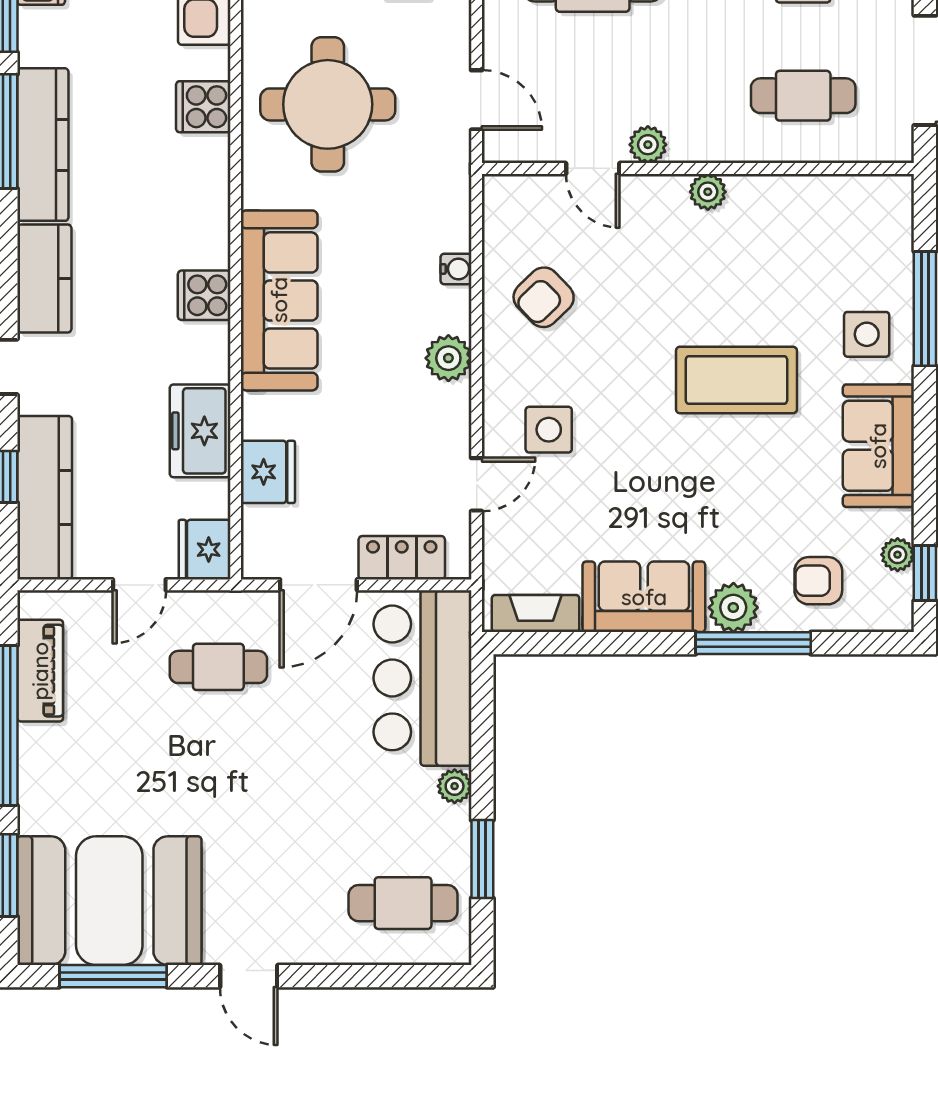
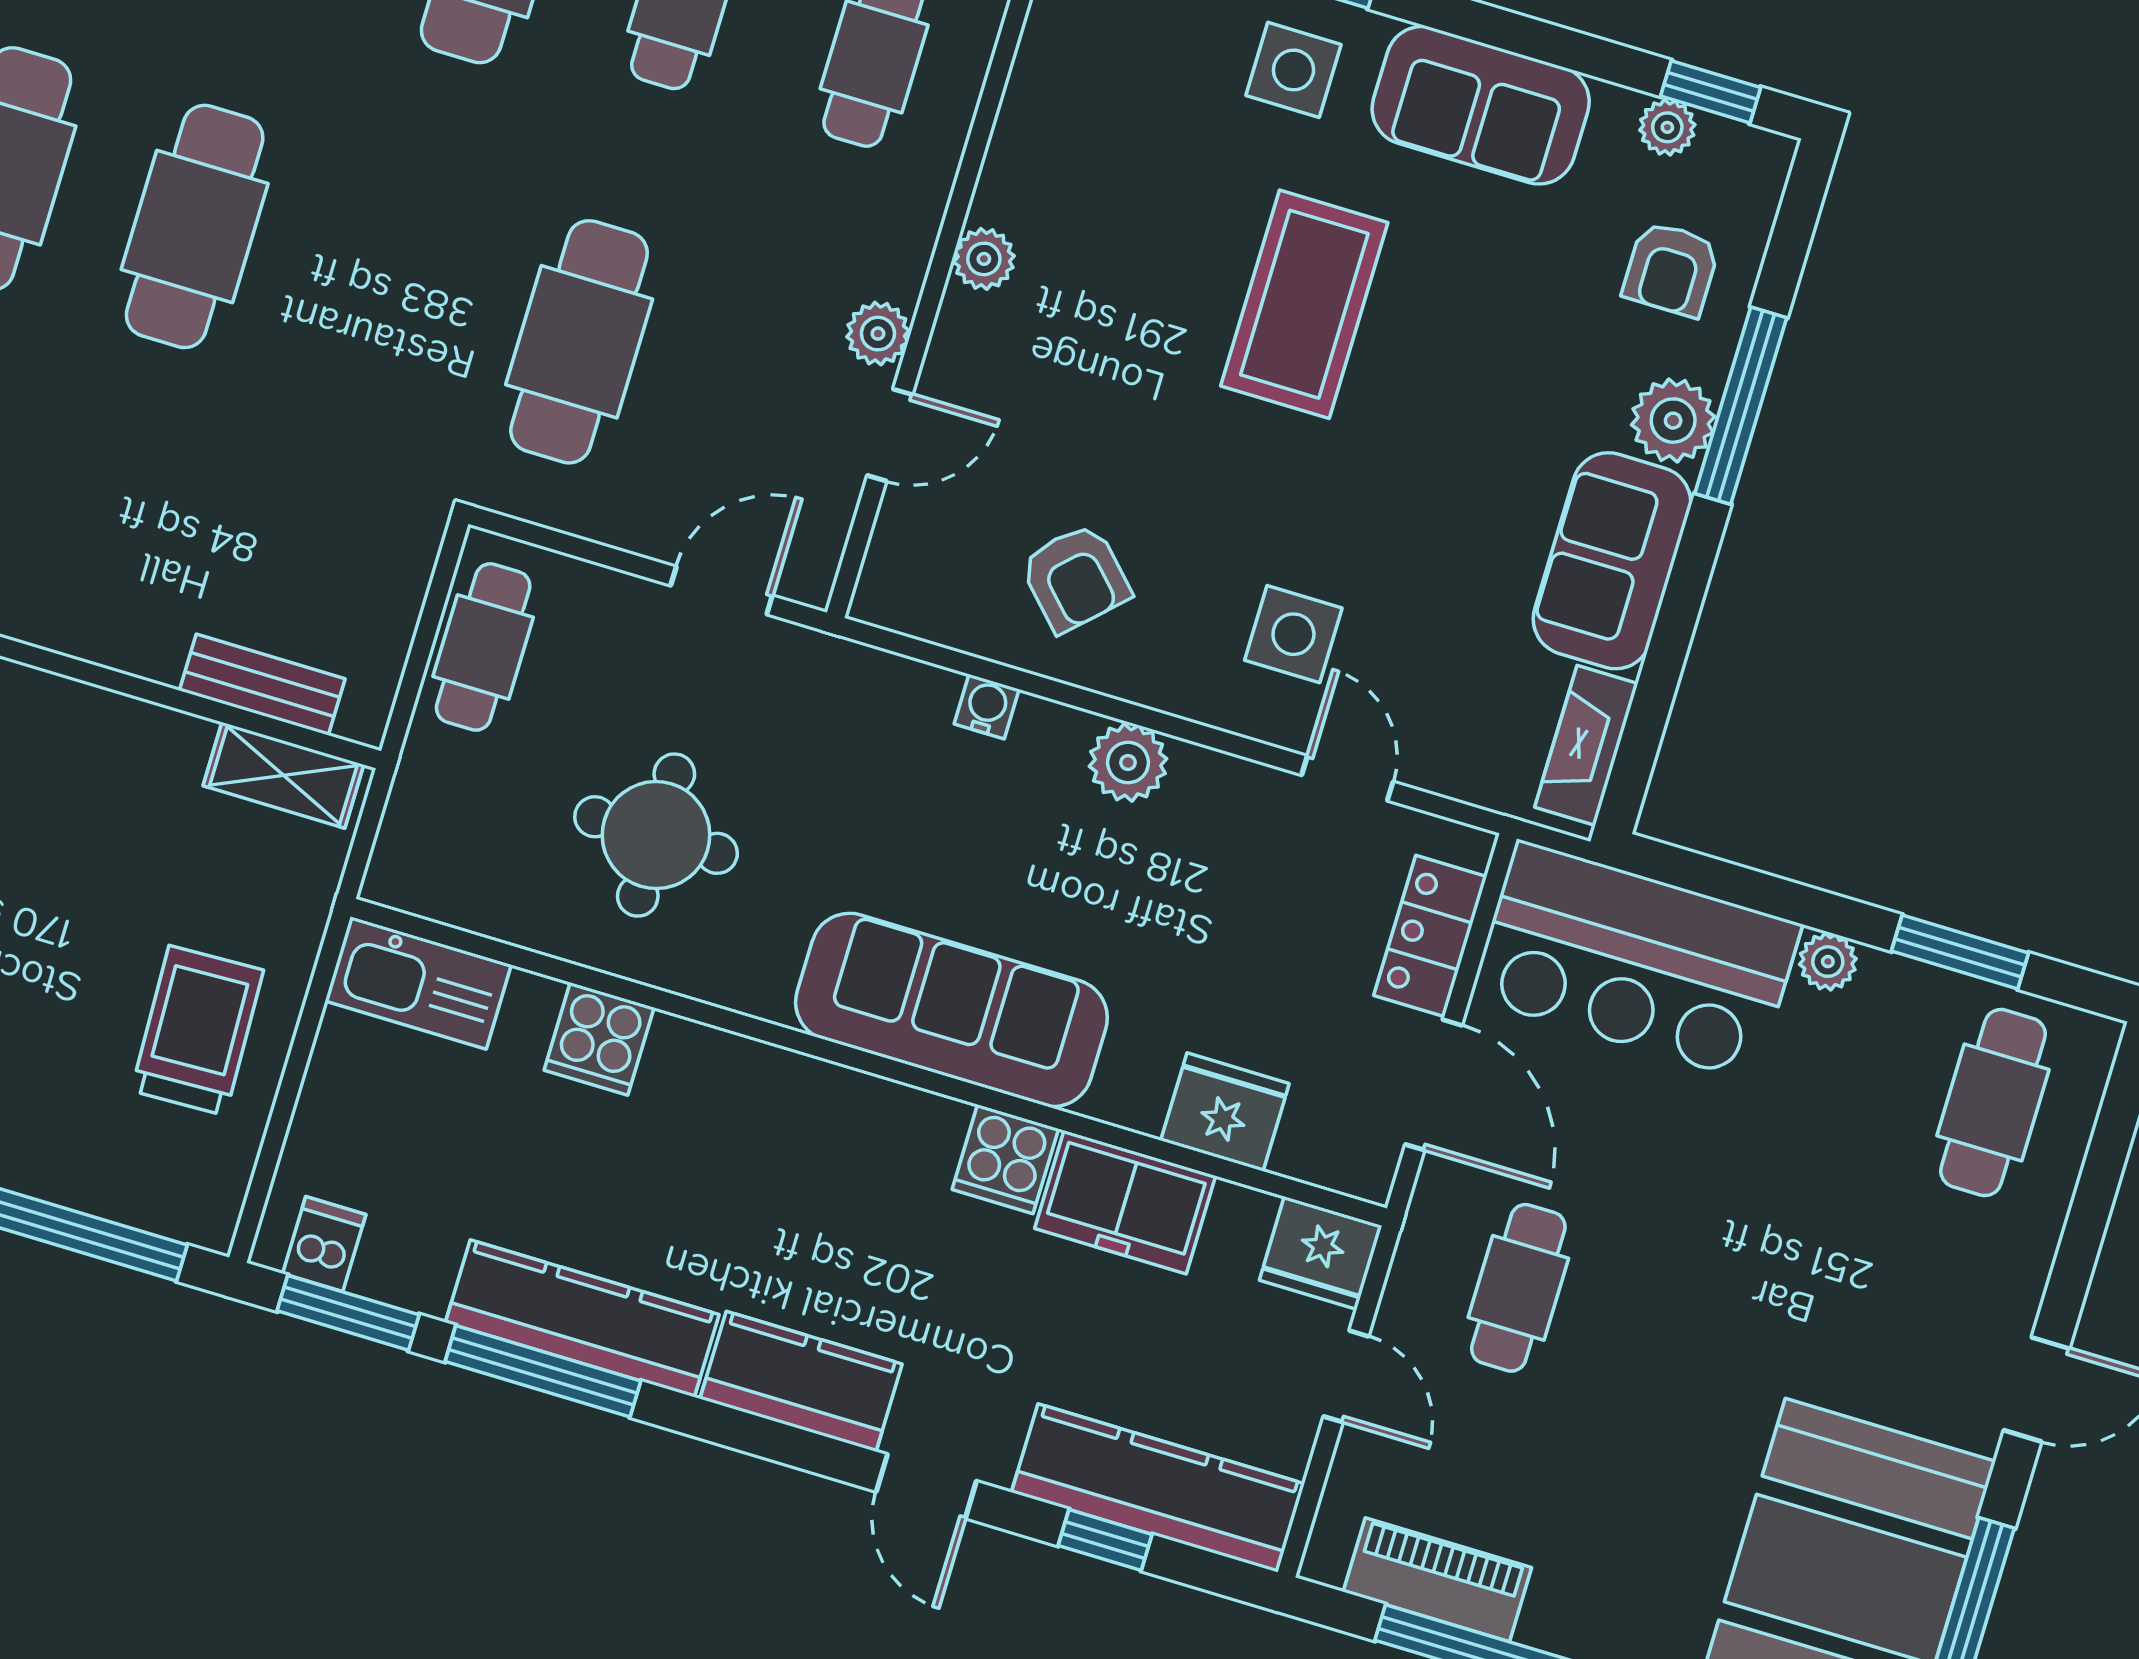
round table: (328, 104) -> (656, 835), width x0.73, depth x0.73
cooker: (204, 295) -> (1005, 1159), moved

